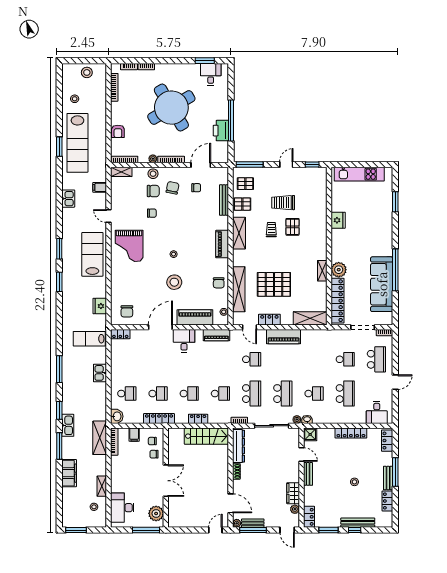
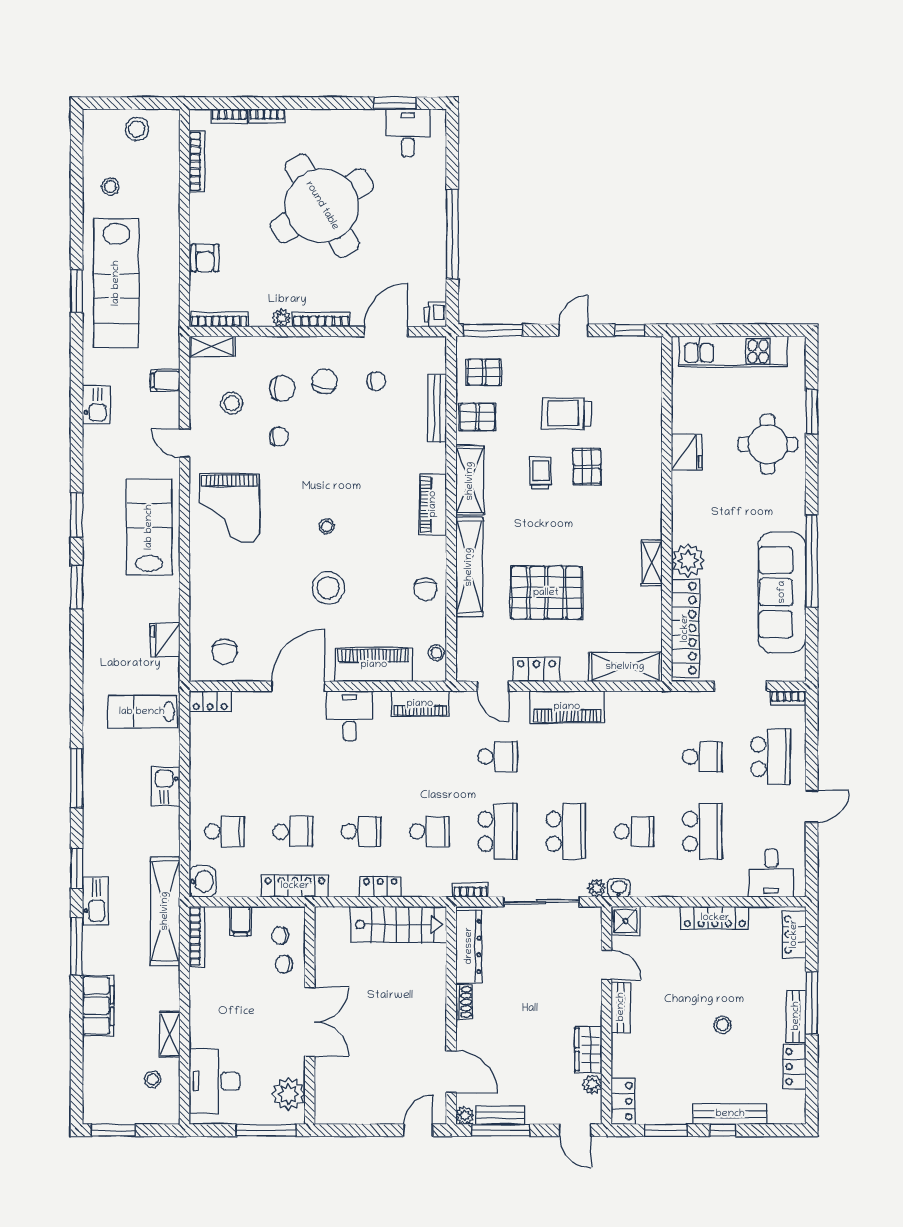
printer: (221, 131) -> (435, 315), moved, width x0.53, depth x0.68
stool: (153, 174) -> (232, 403), moved
round table: (375, 217) -> (768, 444), added
shelving: (239, 289) -> (469, 567), moved
shelving: (100, 438) -> (165, 911), width x1.47

